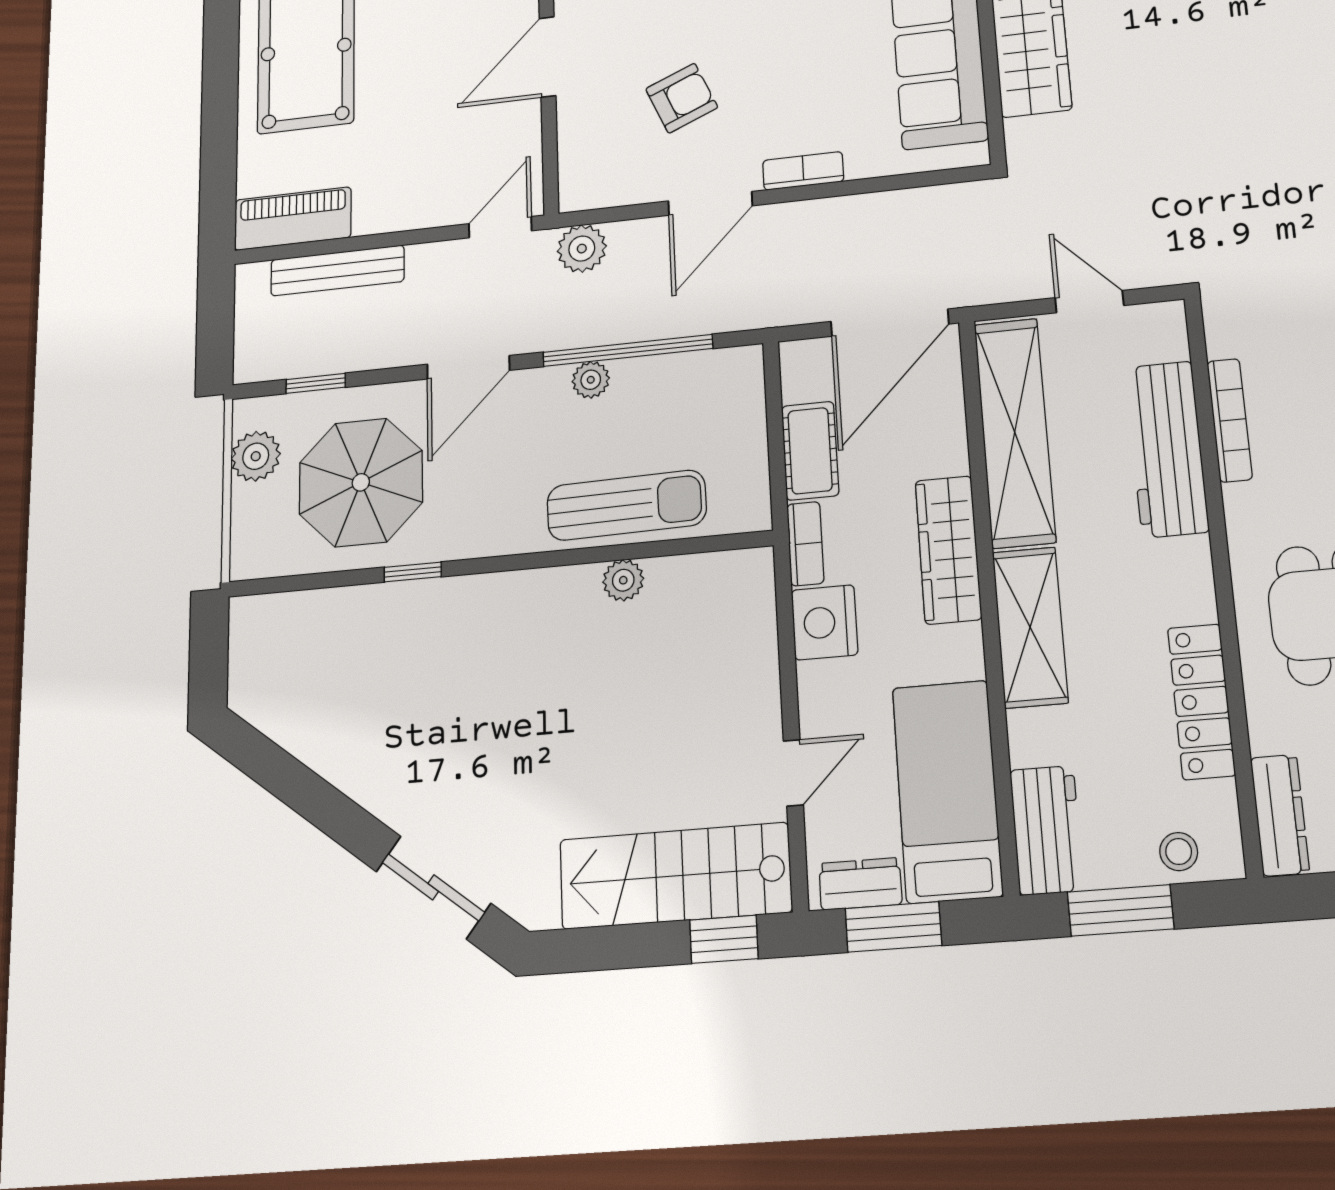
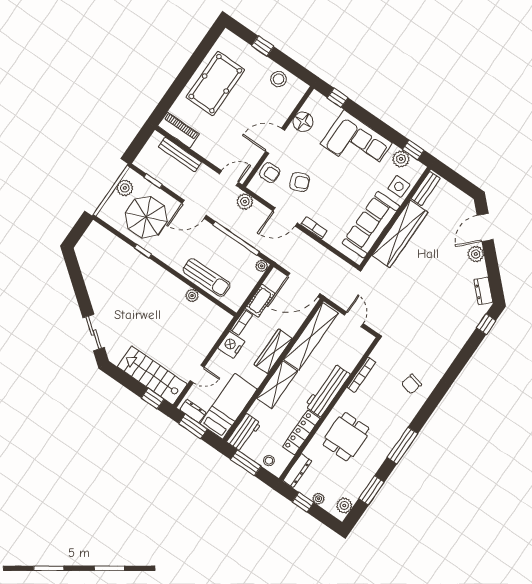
armchair: (591, 136) -> (270, 173), added
plant: (591, 380) -> (262, 266), moved
workbench: (1167, 449) -> (328, 390), moved

